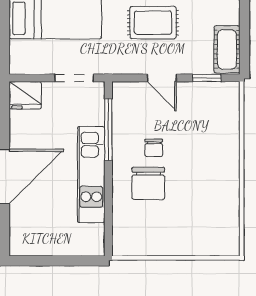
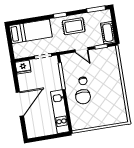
kitchen unit: (91, 175) -> (60, 112), moved

